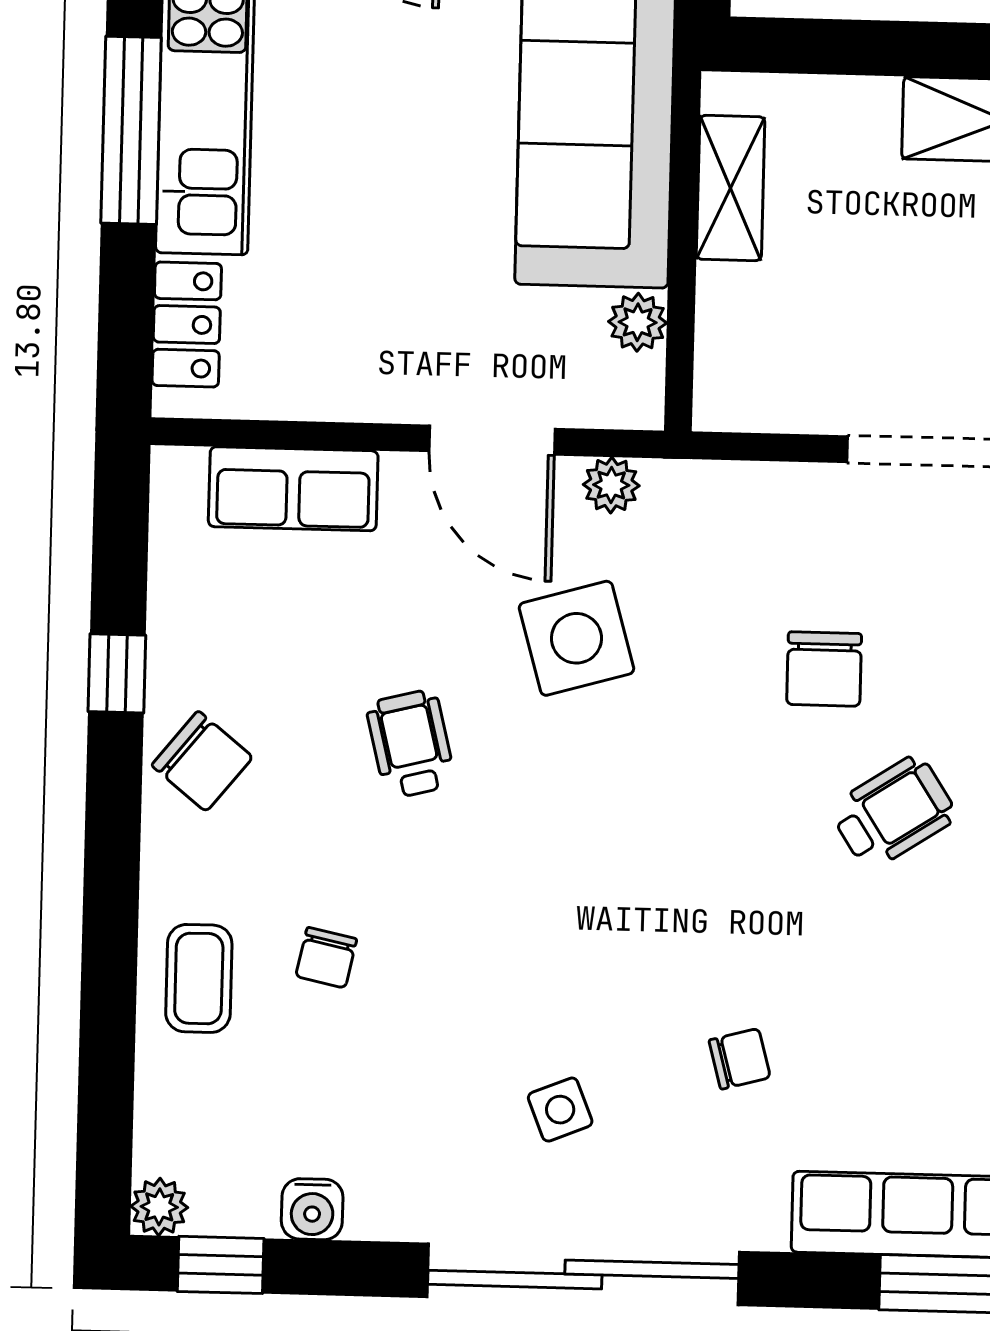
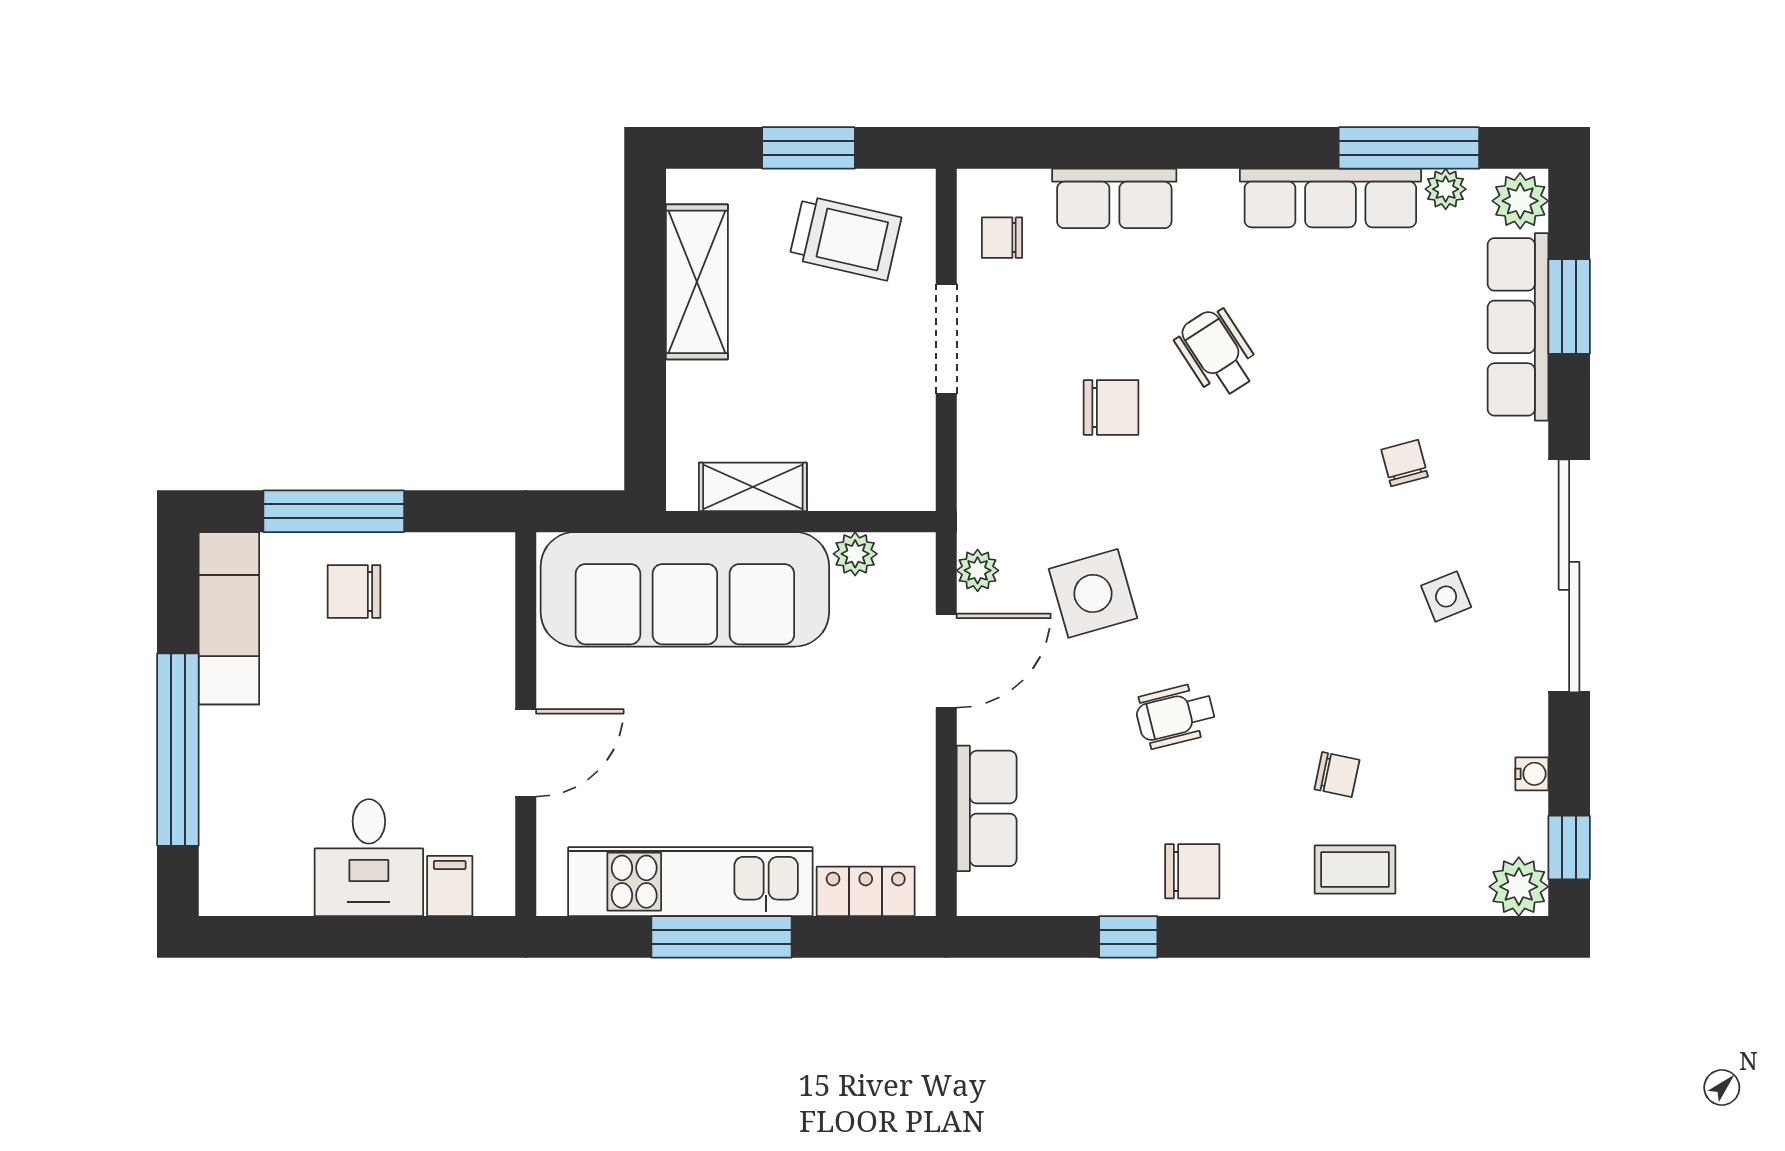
chair: (202, 761) -> (1192, 871), turned 51
plant: (159, 1207) -> (1519, 887), width x1.38, depth x1.38
water cooler: (312, 1209) -> (1532, 774), width x0.72, depth x0.72

